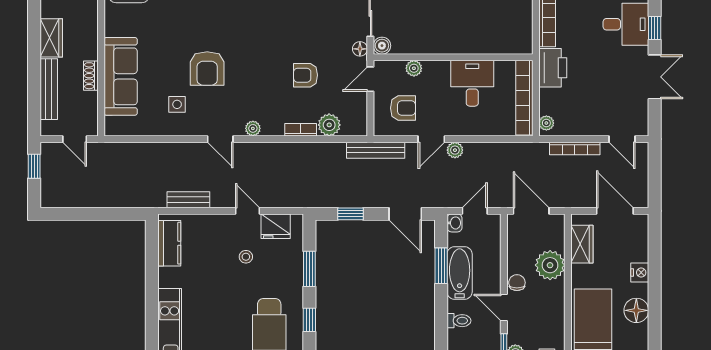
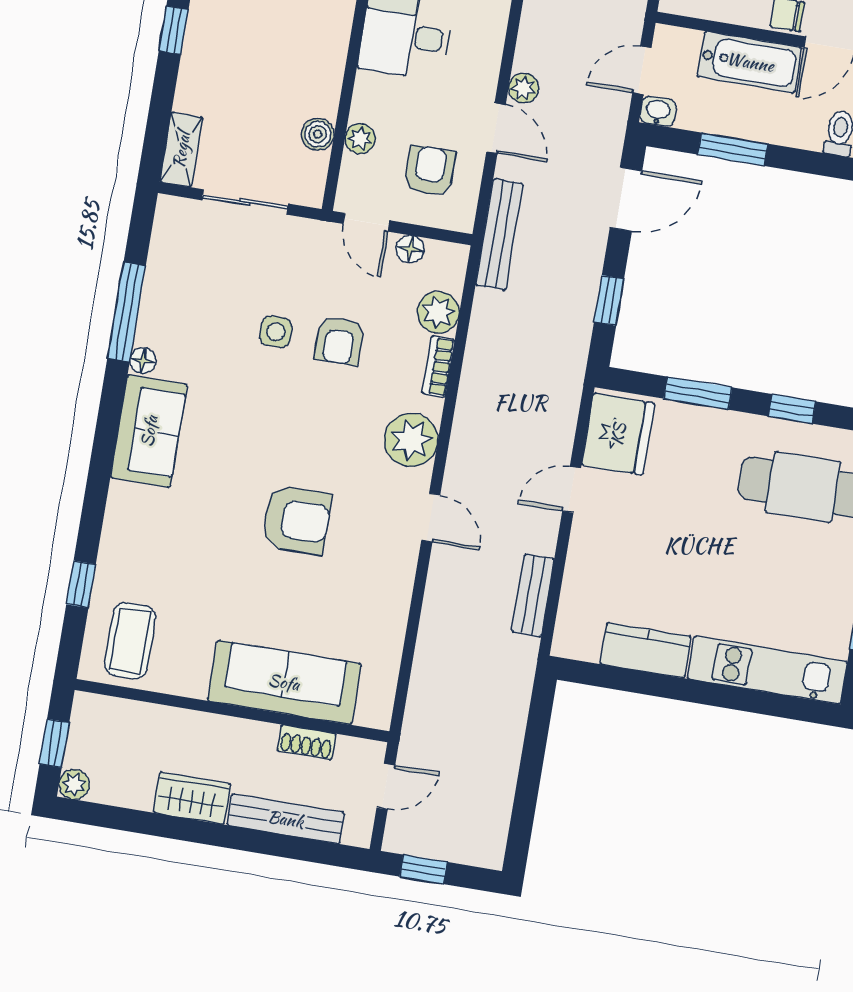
boiler: (382, 46) -> (318, 134), moved
floor lamp: (360, 49) -> (410, 249), moved
shoe rack: (91, 76) -> (306, 742), moved
side table: (177, 104) -> (276, 332), moved
plant: (253, 128) -> (411, 440), width x1.88, depth x1.88
door: (220, 139) -> (431, 518), hinge flipped
door: (475, 211) -> (642, 70), hinge flipped
fridge: (276, 226) -> (618, 434), width x1.36, depth x1.34
kitchen counter: (169, 243) -> (646, 650), moved
stool: (246, 257) -> (656, 507), removed
bathtub: (460, 273) -> (750, 62), moved, turned 180

